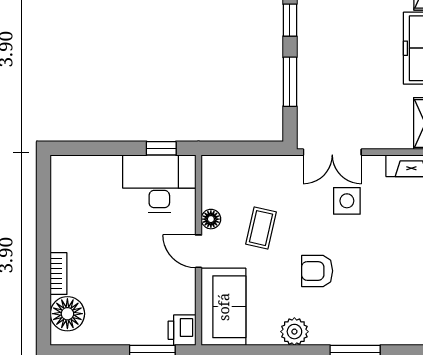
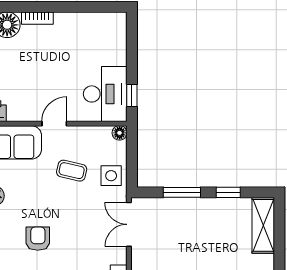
side table: (347, 201) -> (111, 176), moved
floor lamp: (211, 219) -> (120, 133), moved
armchair: (317, 271) -> (38, 239), moved

